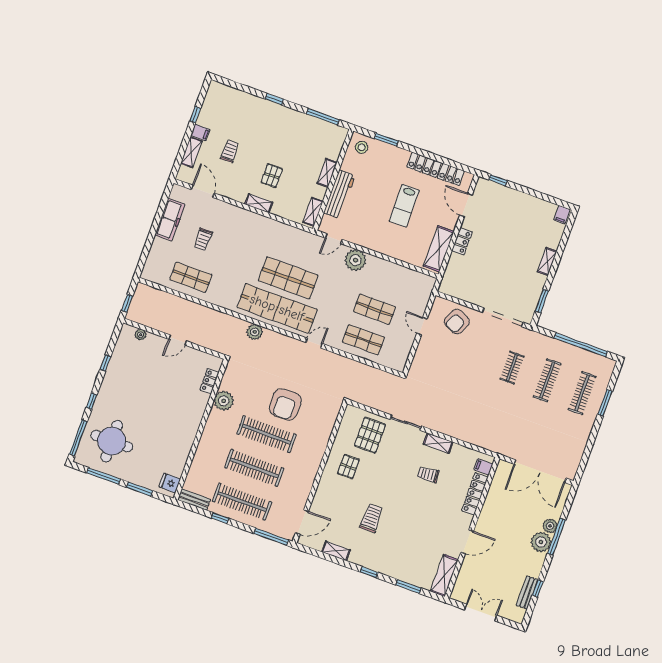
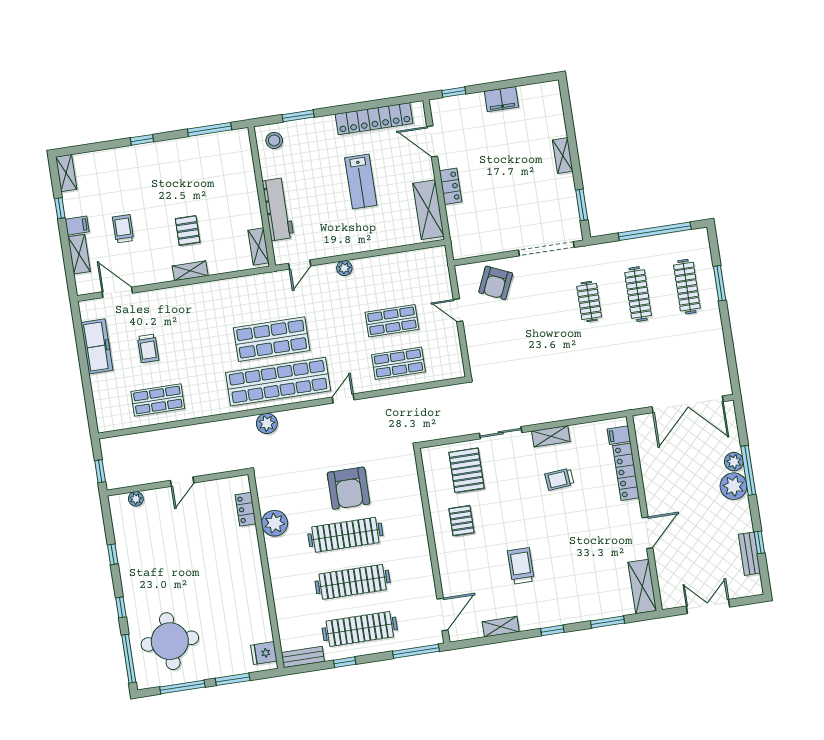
shelving: (327, 173) -> (66, 173), moved
filing cabinet: (562, 215) -> (501, 99), moved, width x2.00
plant: (355, 260) -> (344, 268), width x0.53, depth x0.53

